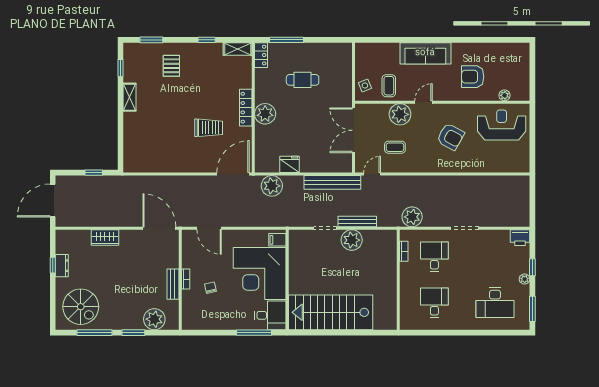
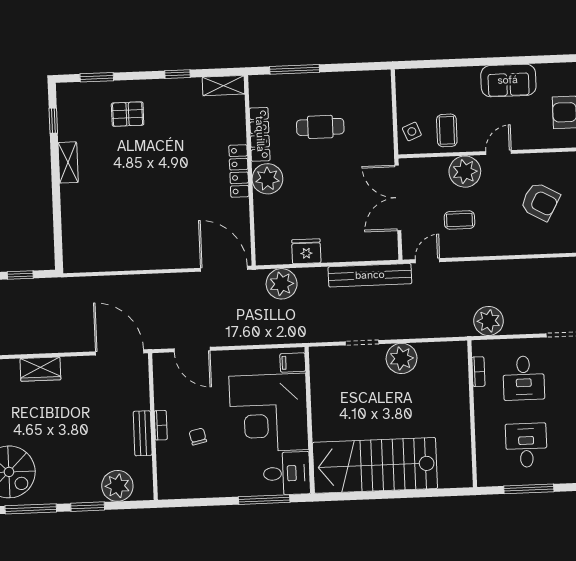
sofa: (425, 53) -> (508, 80), width x0.73
locker: (261, 55) -> (260, 134), moved, width x1.53
pallet: (171, 66) -> (128, 114), turned 90
trolley: (209, 128) -> (186, 203), removed
door: (233, 174) -> (224, 269), hinge flipped
bench: (357, 221) -> (409, 331), removed
desk: (434, 257) -> (524, 378), turned 180
window: (435, 333) -> (529, 489), added

